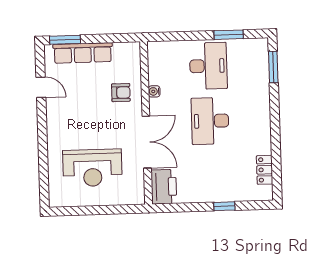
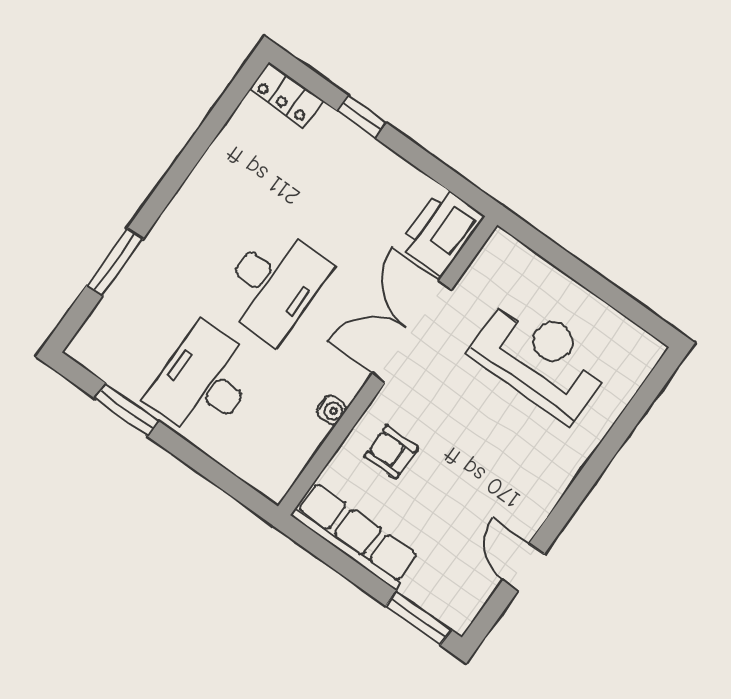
row of seats: (83, 53) -> (355, 536), moved
window: (273, 67) -> (115, 262), moved
locker: (265, 170) -> (286, 95), moved, turned 90

